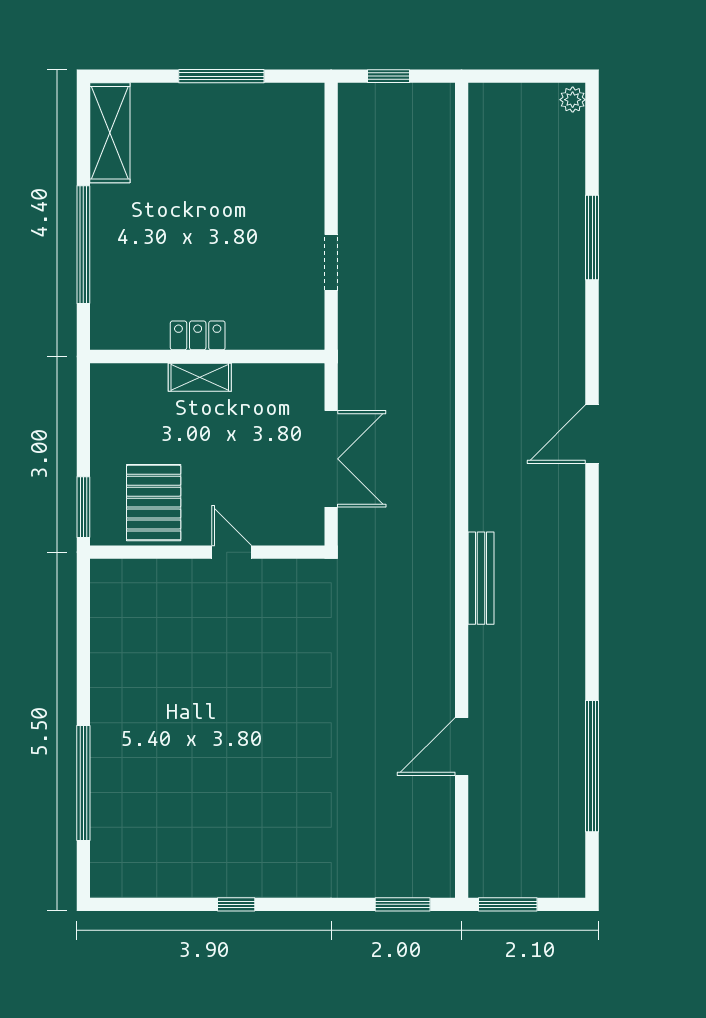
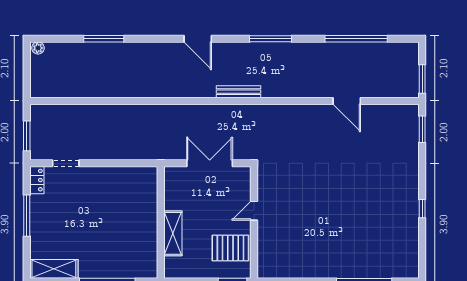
window: (388, 76) -> (27, 136), width x1.50
doorway: (331, 262) -> (66, 163), moved
locker: (198, 335) -> (37, 180), moved, turned 180
shelving: (200, 377) -> (173, 233), width x1.50, depth x1.33
bench: (481, 578) -> (239, 92), moved
window: (592, 587) -> (271, 39), added

